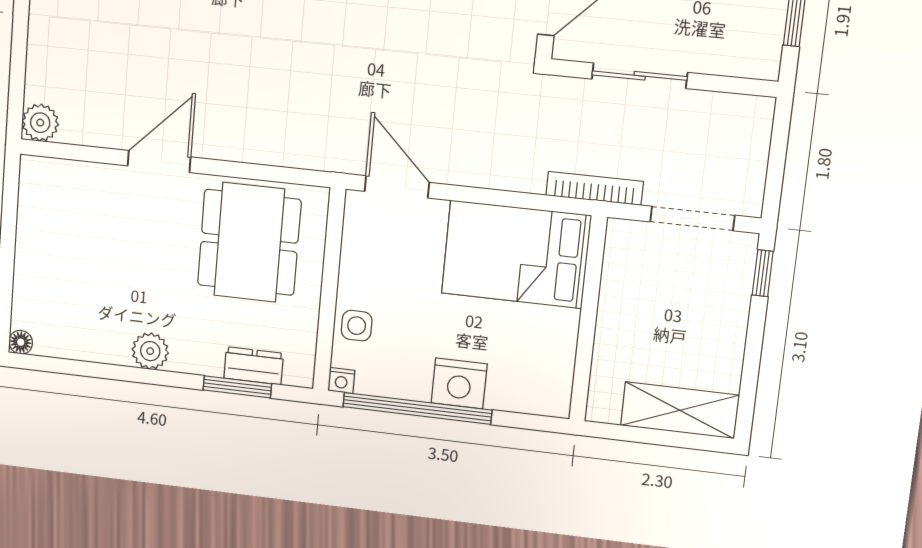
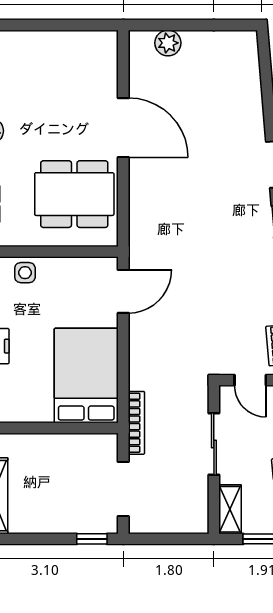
shelving: (743, 61) -> (230, 509), added
plant: (40, 123) -> (168, 43), moved
door: (159, 161) -> (123, 128), width x1.36

